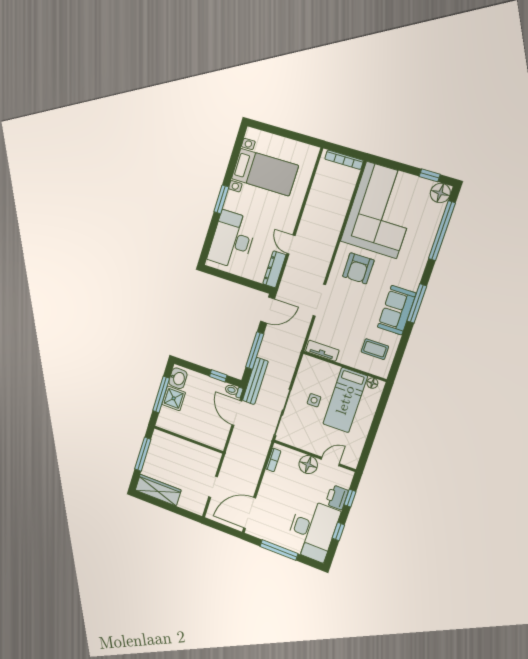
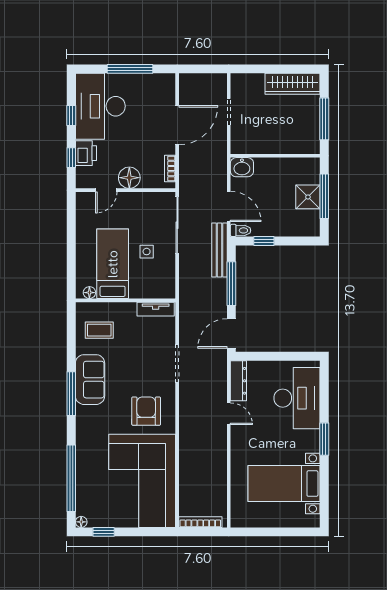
floor lamp: (440, 193) -> (81, 522), width x0.53, depth x0.53
washbasin: (178, 378) -> (242, 167), moved, turned -90
door: (250, 513) -> (177, 125), moved

